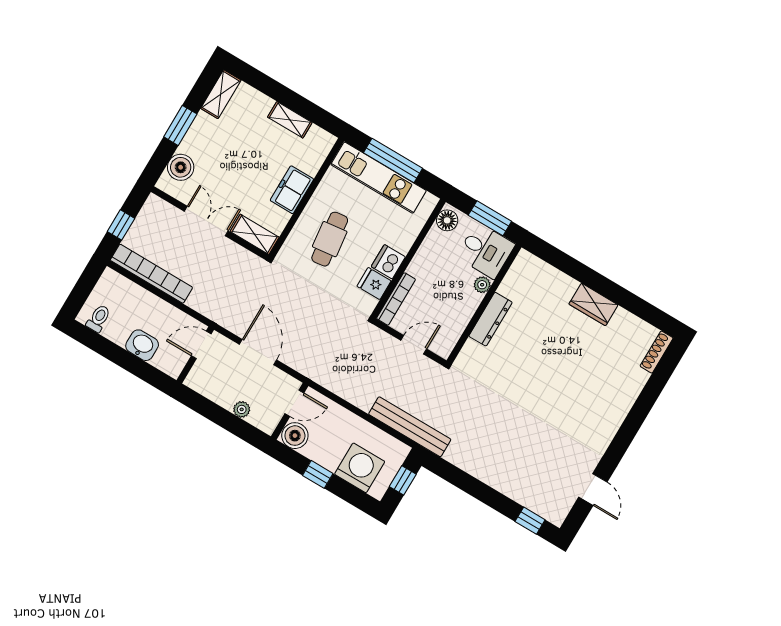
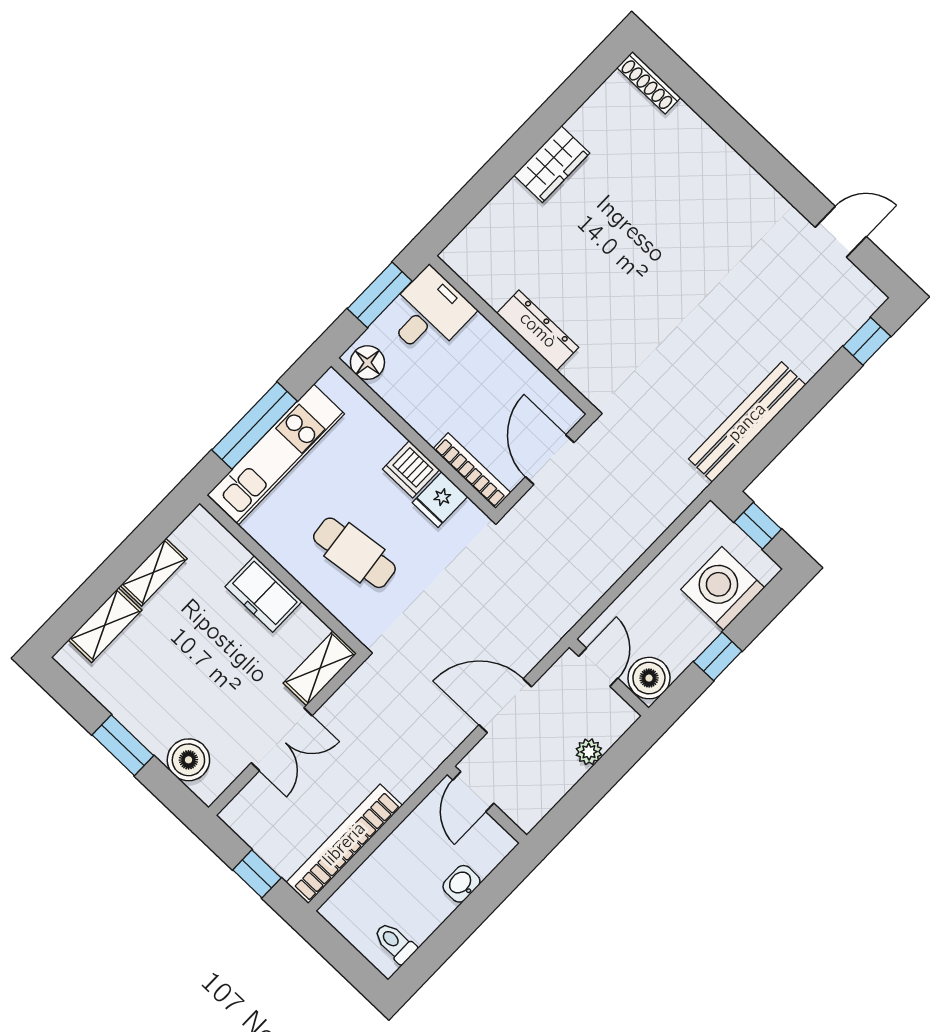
shelving: (221, 94) -> (105, 625), moved, turned 90
double door: (206, 221) -> (282, 739), swing flipped
plant: (482, 285) -> (481, 331), removed
washbasin: (142, 345) -> (461, 884), width x0.72, depth x0.69
door: (414, 345) -> (550, 460), width x1.37
bench: (410, 427) -> (747, 422), moved

